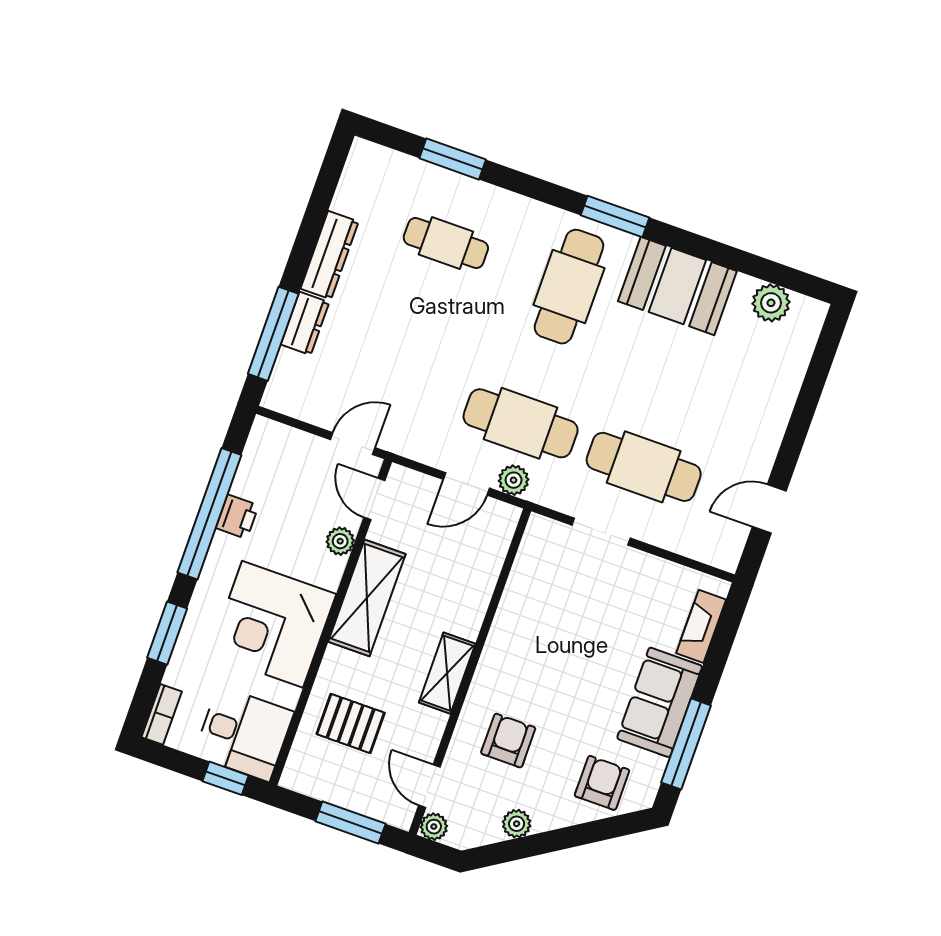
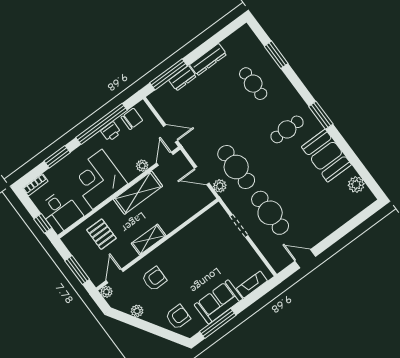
cafe table: (569, 287) -> (287, 129), width x0.73, depth x0.74
chair: (261, 466) -> (132, 119), added

